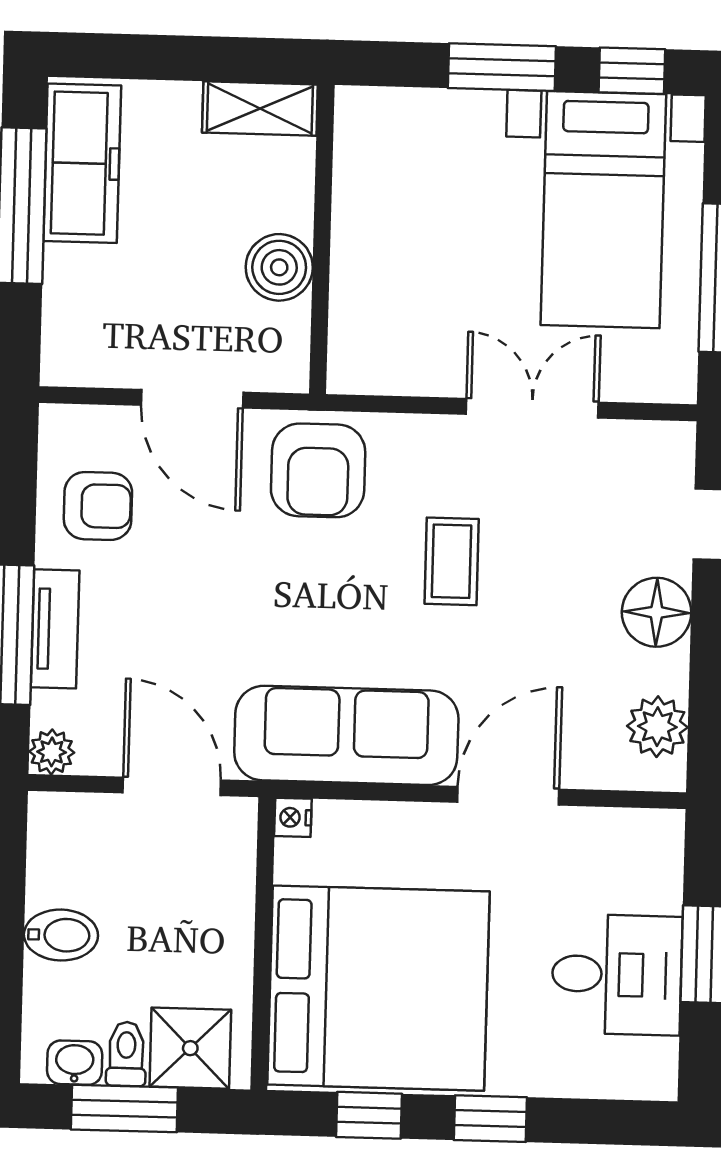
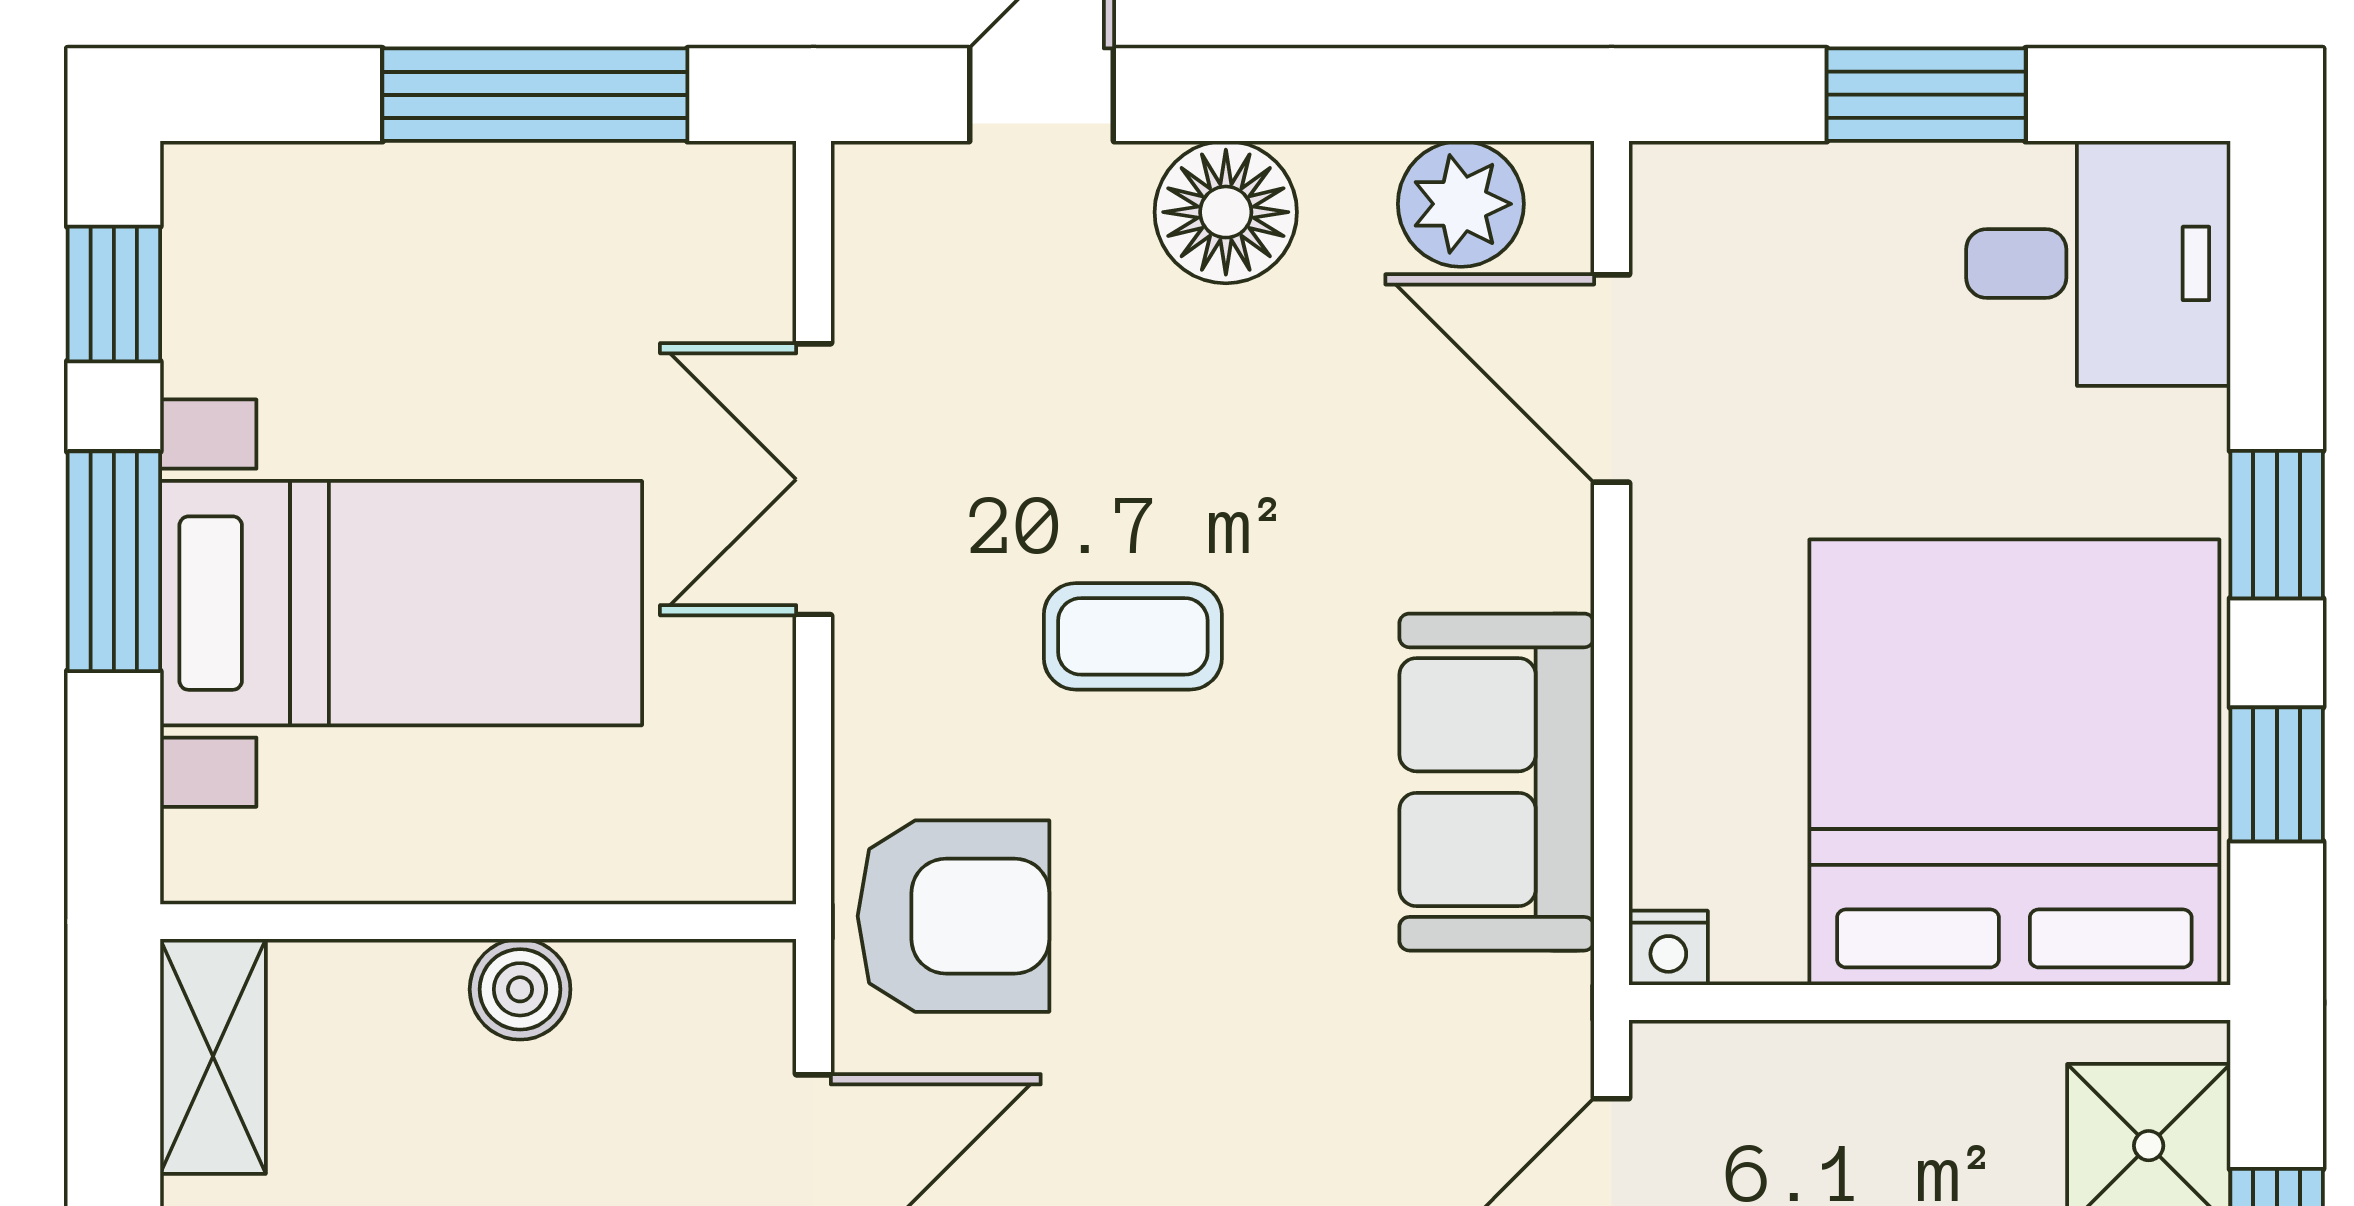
bed with nightstands: (603, 210) -> (401, 603), moved
boiler: (279, 267) -> (520, 989), width x0.73, depth x0.73
sofa: (346, 735) -> (1497, 782), width x0.73
door: (508, 796) -> (1612, 379), moved
desk: (617, 975) -> (2098, 263), moved, turned 90

